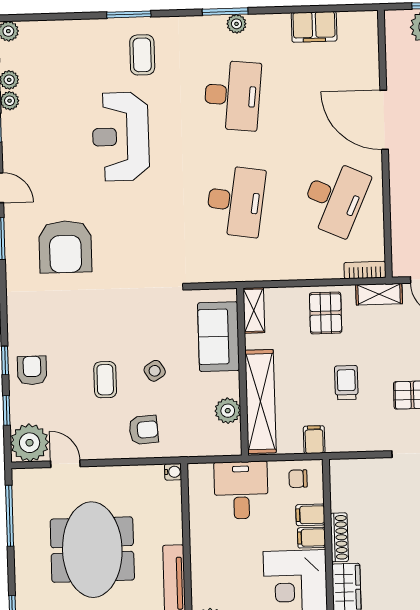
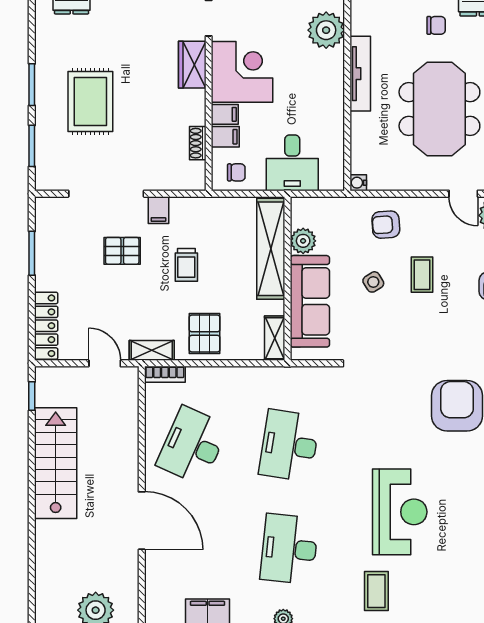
sofa: (219, 337) -> (310, 301), width x1.36
filing cabinet: (314, 440) -> (158, 210), moved
shoe rack: (339, 537) -> (198, 143), moved, width x0.70

